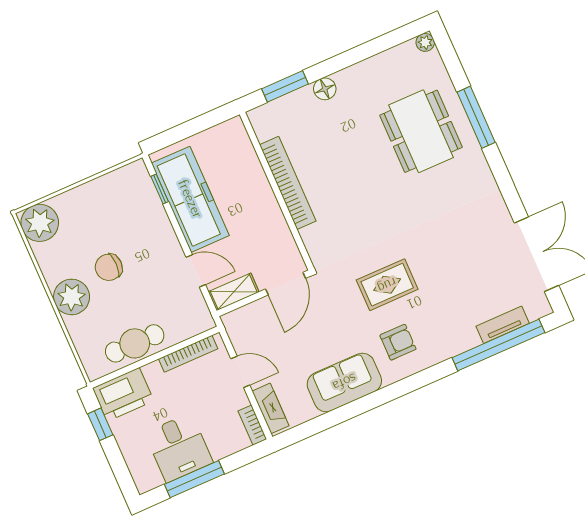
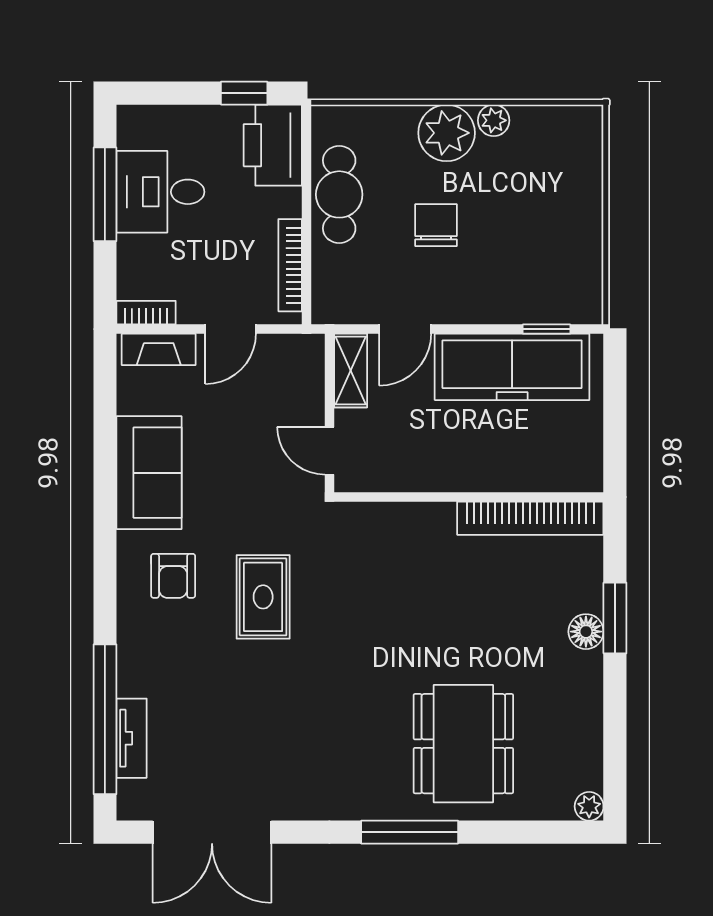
window: (285, 86) -> (615, 618), moved
window: (476, 117) -> (410, 832), moved
dining table: (421, 131) -> (463, 744), turned 90
bookcase: (288, 183) -> (530, 518), moved
plant: (40, 223) -> (494, 120), moved, width x0.53, depth x0.53
chair: (109, 267) -> (436, 225), moved
door: (286, 284) -> (329, 451), width x0.73

